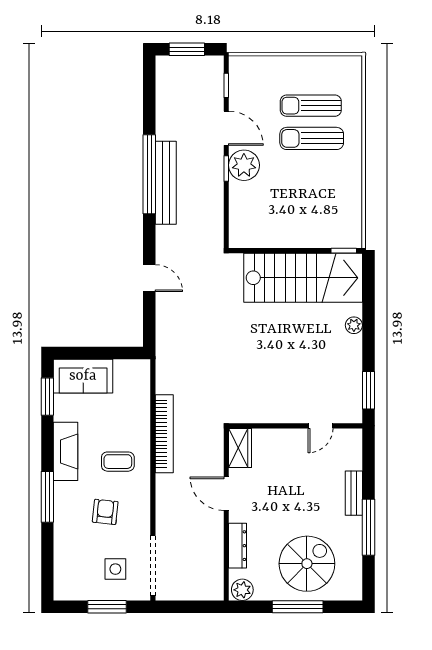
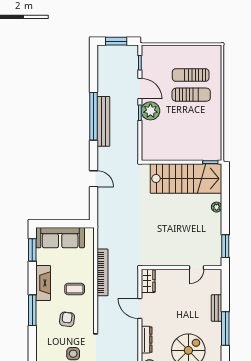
sun lounger: (312, 138) -> (191, 95), turned 180
sofa: (83, 376) -> (60, 238), width x1.36

